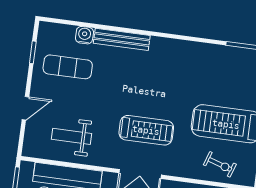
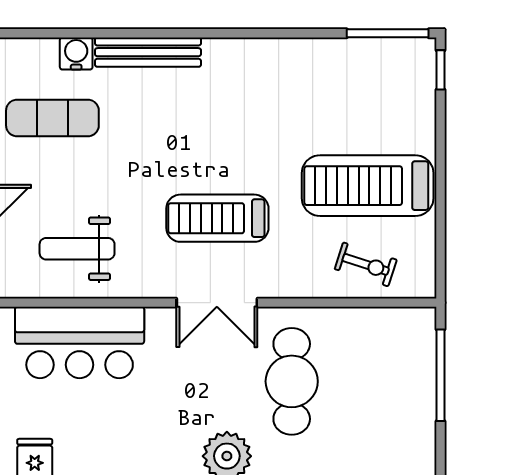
treadmill: (146, 130) -> (217, 218), turned 180

